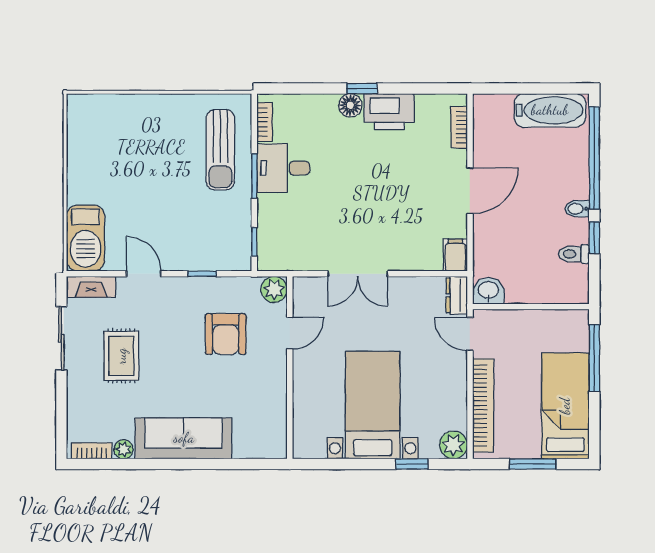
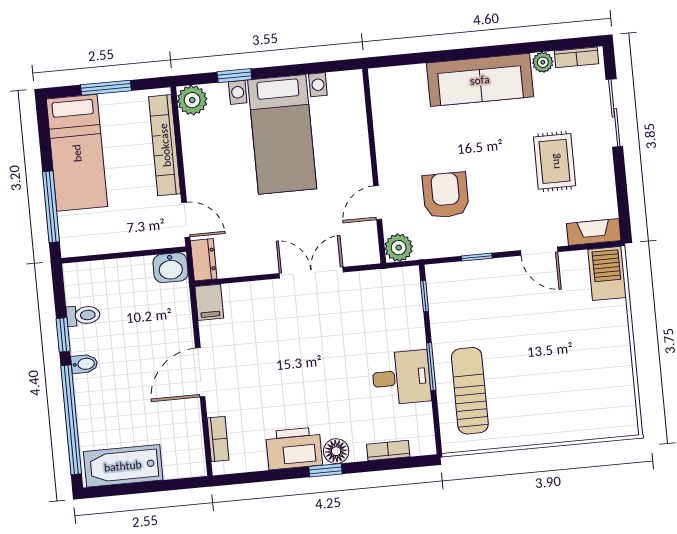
bookcase: (265, 122) -> (388, 450), moved, turned 90
barbecue: (86, 238) -> (607, 273), width x0.73, depth x0.83
sliding door: (61, 338) -> (614, 113), moved

